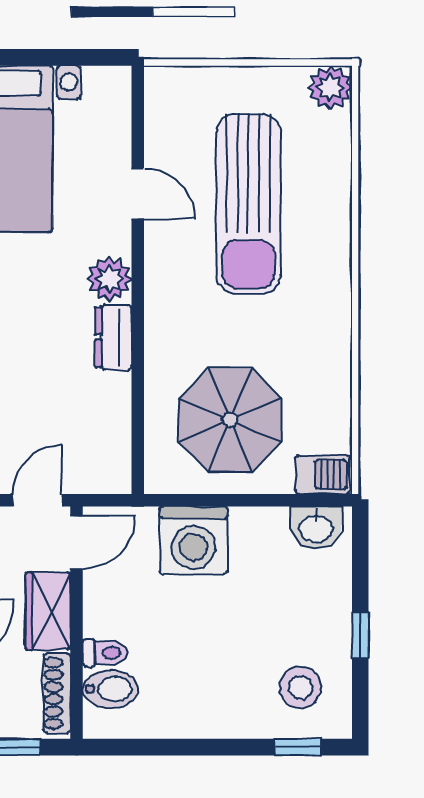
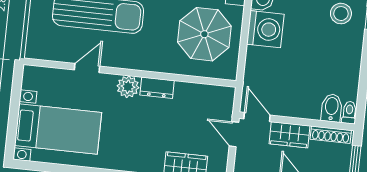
washing machine: (194, 540) -> (265, 29), moved
toilet: (105, 653) -> (349, 113), moved

